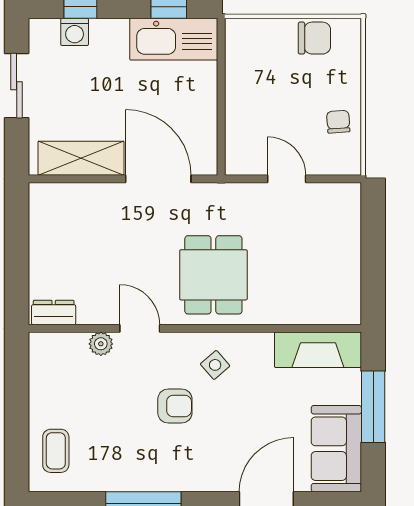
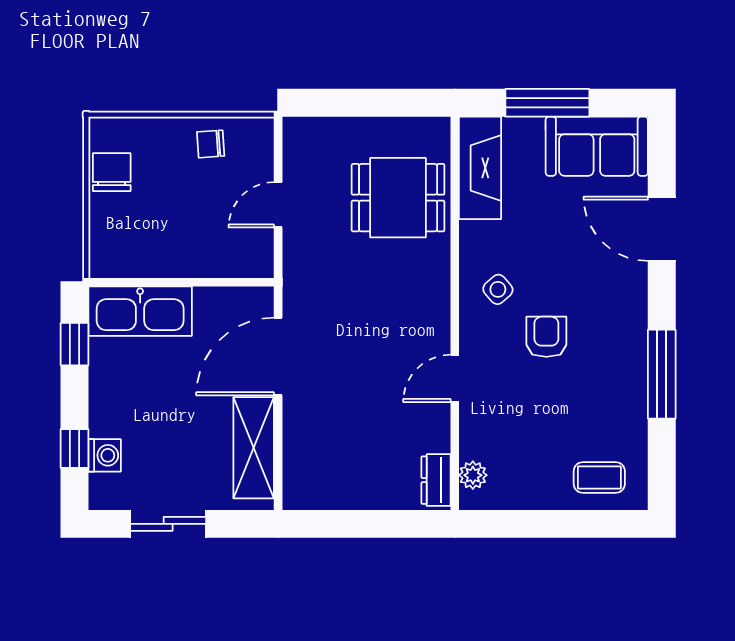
kitchen sink: (174, 39) -> (140, 311), moved, turned 90
dining table: (213, 275) -> (398, 198), moved
plant: (101, 344) -> (473, 475), moved

